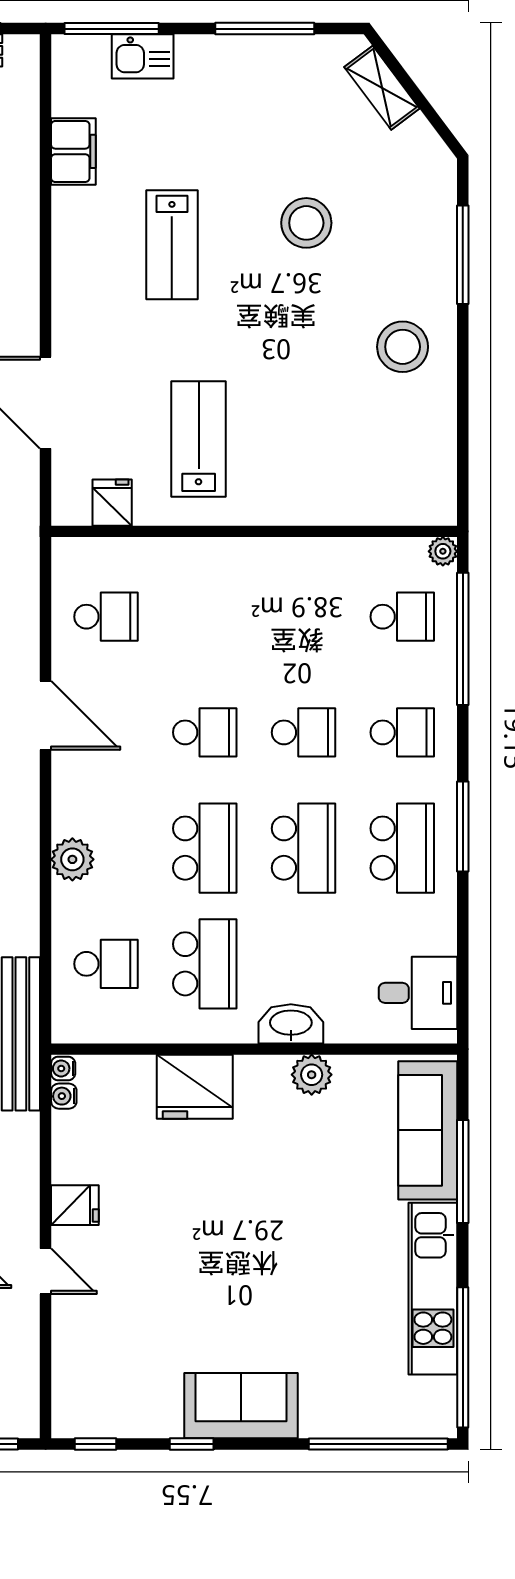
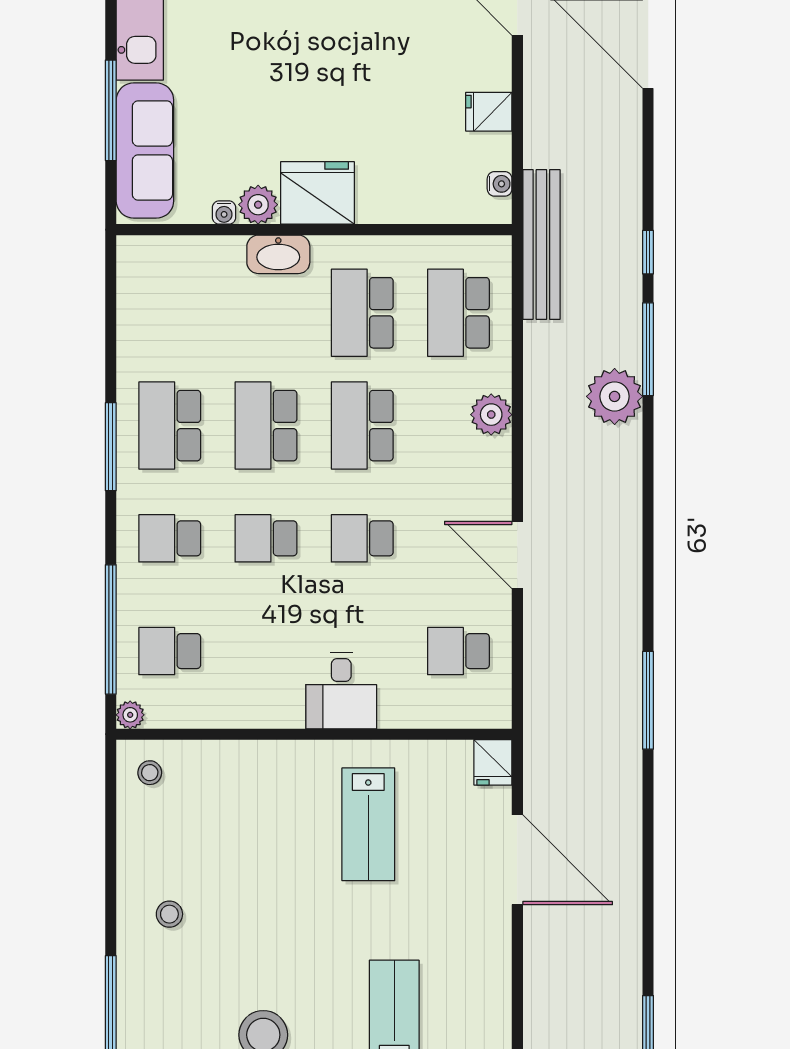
stool: (403, 347) -> (169, 914), width x0.53, depth x0.53
stool: (423, 492) -> (150, 773), added
fridge: (112, 503) -> (493, 762), moved
school desk: (106, 964) -> (458, 313), width x1.85
desk: (418, 993) -> (341, 691), moved, turned -90
water cooler: (63, 1068) -> (224, 213), moved, turned 90
fridge: (195, 1087) -> (317, 193), moved
fridge: (75, 1205) -> (489, 112), moved

